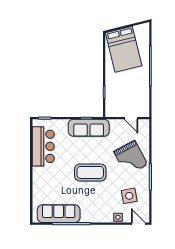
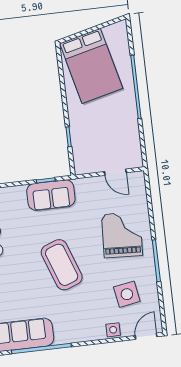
sofa: (89, 128) -> (51, 195), width x0.73
grand piano: (131, 158) -> (122, 235), turned -149
coffee table: (90, 172) -> (62, 265), turned 70
door: (138, 224) -> (146, 336), hinge flipped

